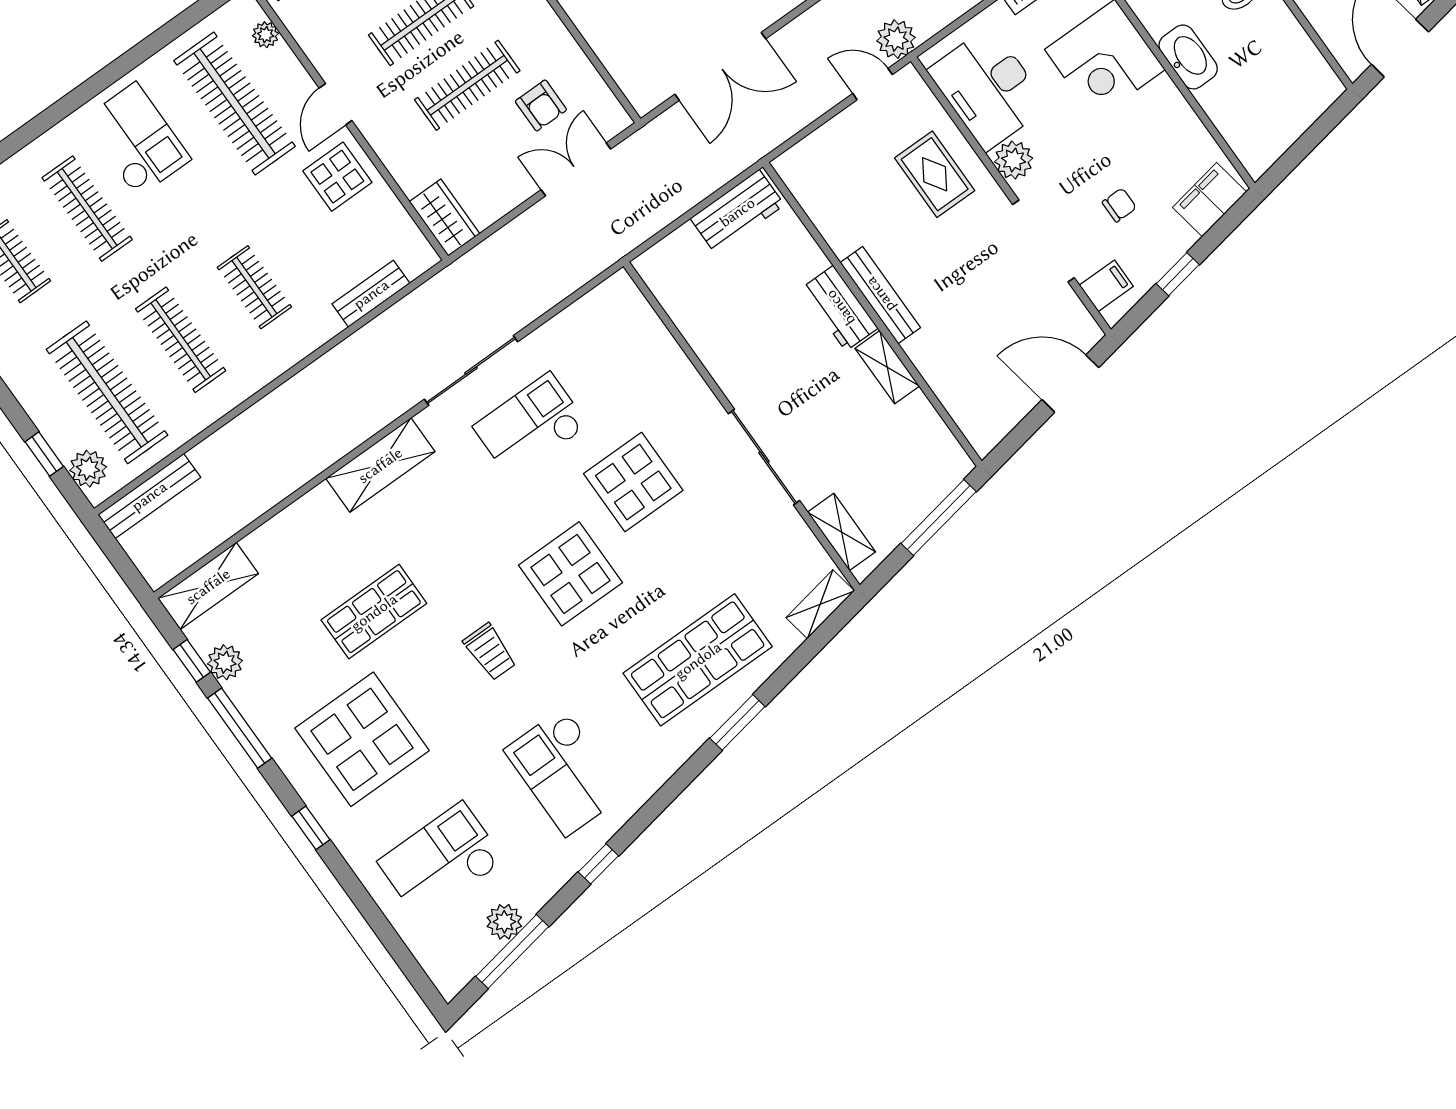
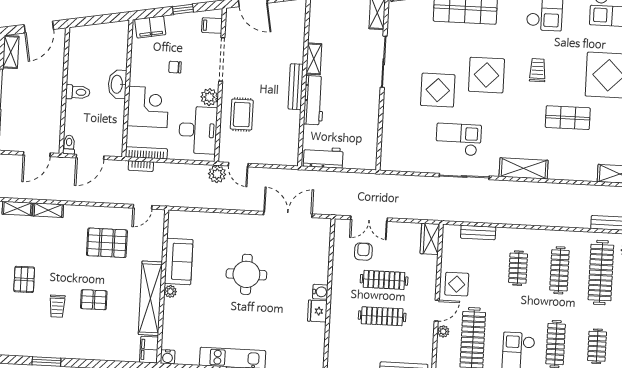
plant: (266, 35) -> (443, 331), moved
chair: (1119, 205) -> (175, 67), moved
workbench: (840, 308) -> (314, 100), width x1.38
checkout: (531, 426) -> (459, 140), turned 180

